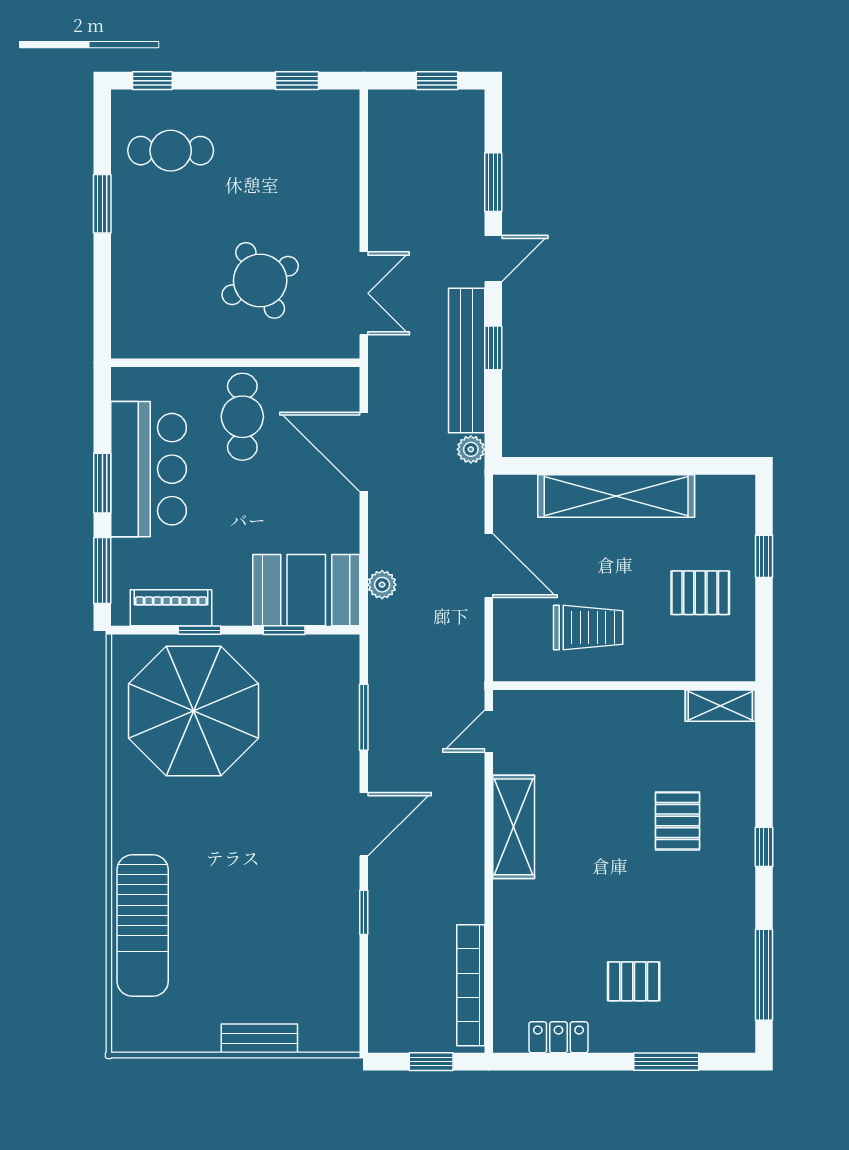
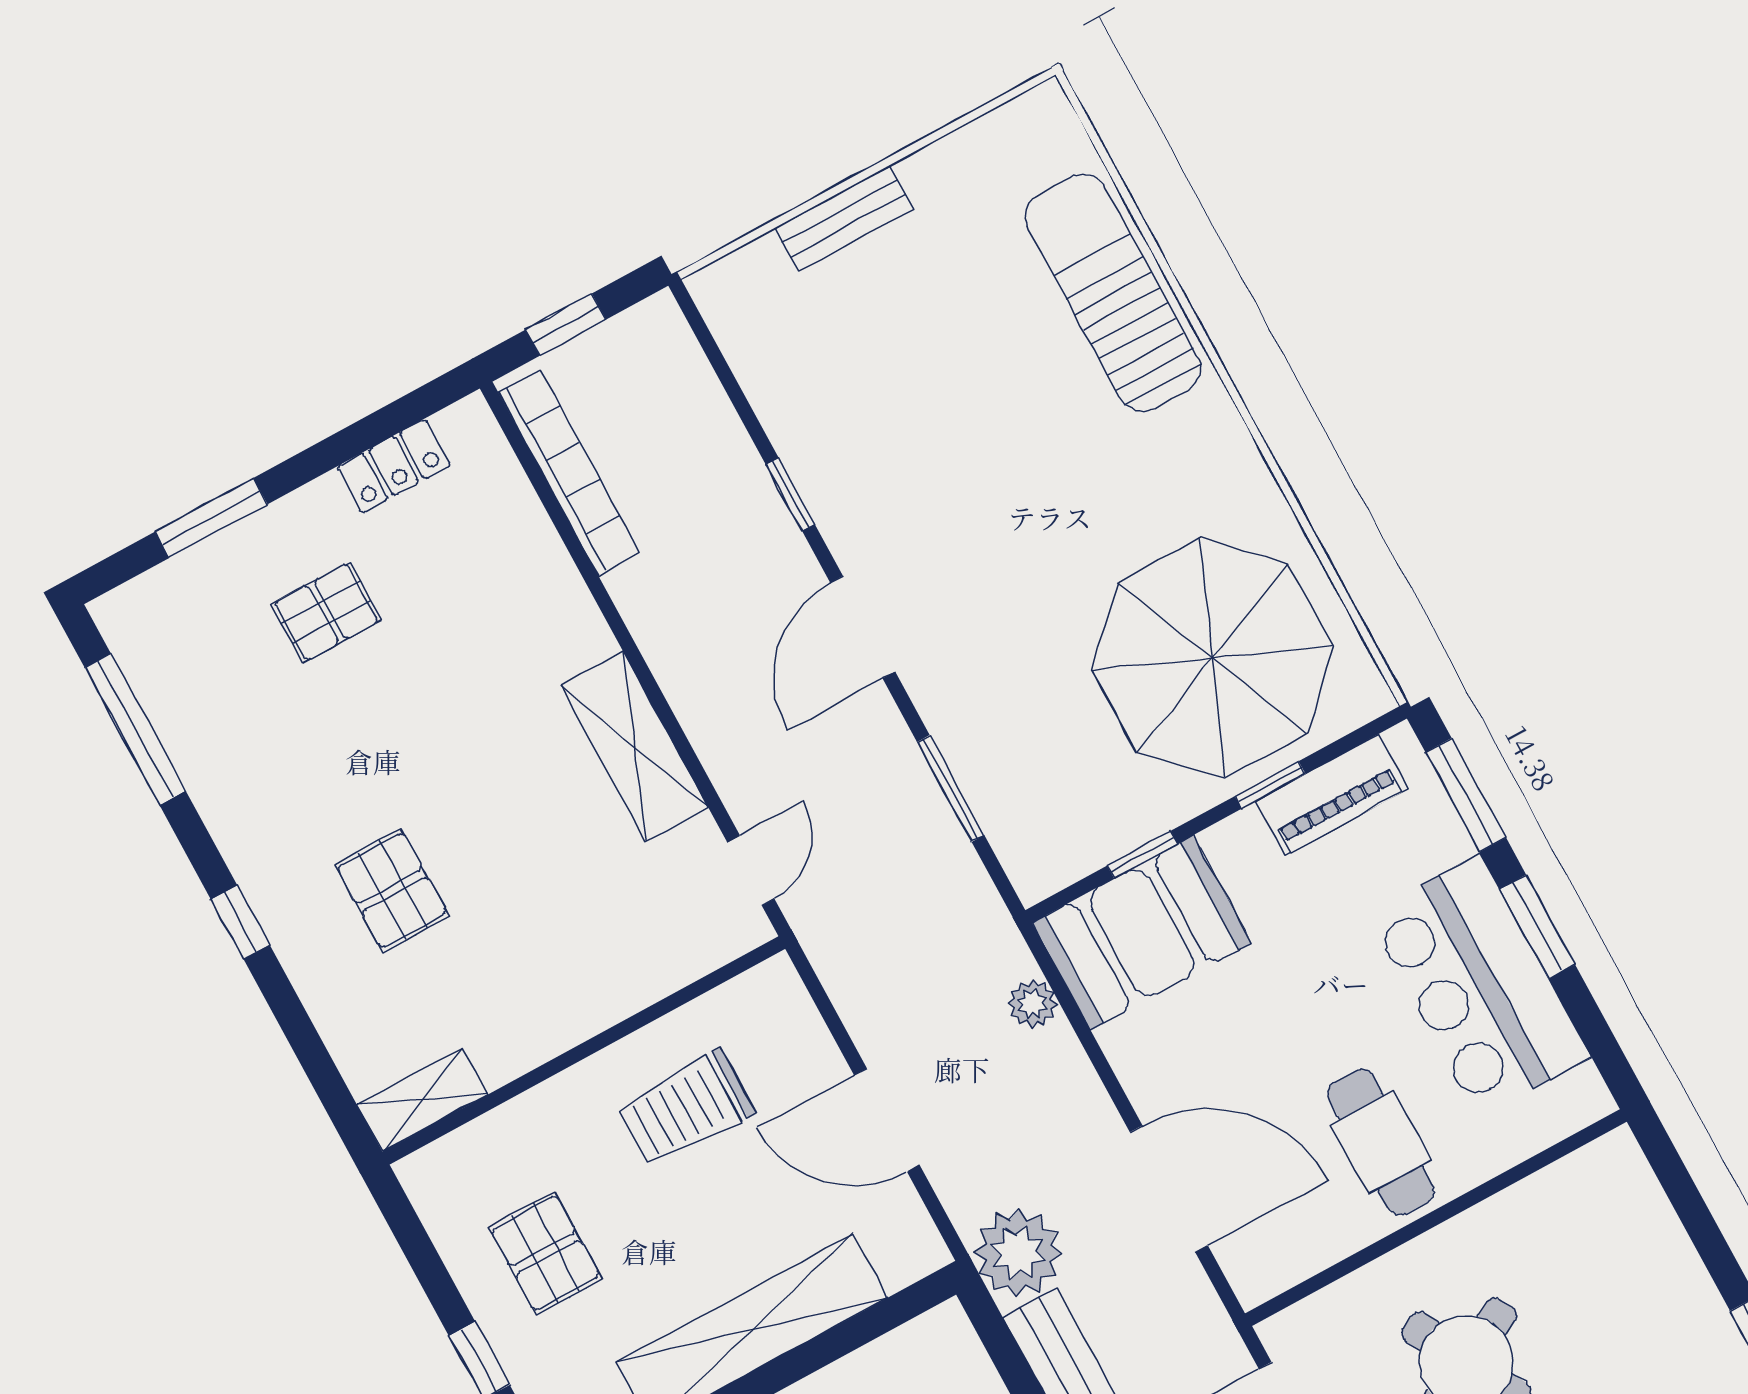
plant: (471, 449) -> (1018, 1253), width x1.87, depth x1.87
pallet: (700, 593) -> (545, 1253), turned 90

